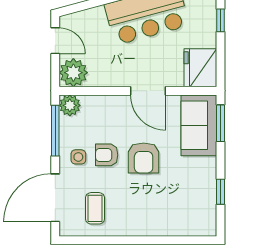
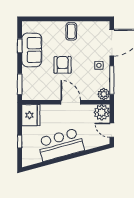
door: (148, 91) -> (71, 102), moved
sofa: (199, 125) -> (32, 50), moved
armchair: (107, 155) -> (83, 66), removed
coffee table: (95, 208) -> (71, 31), moved

